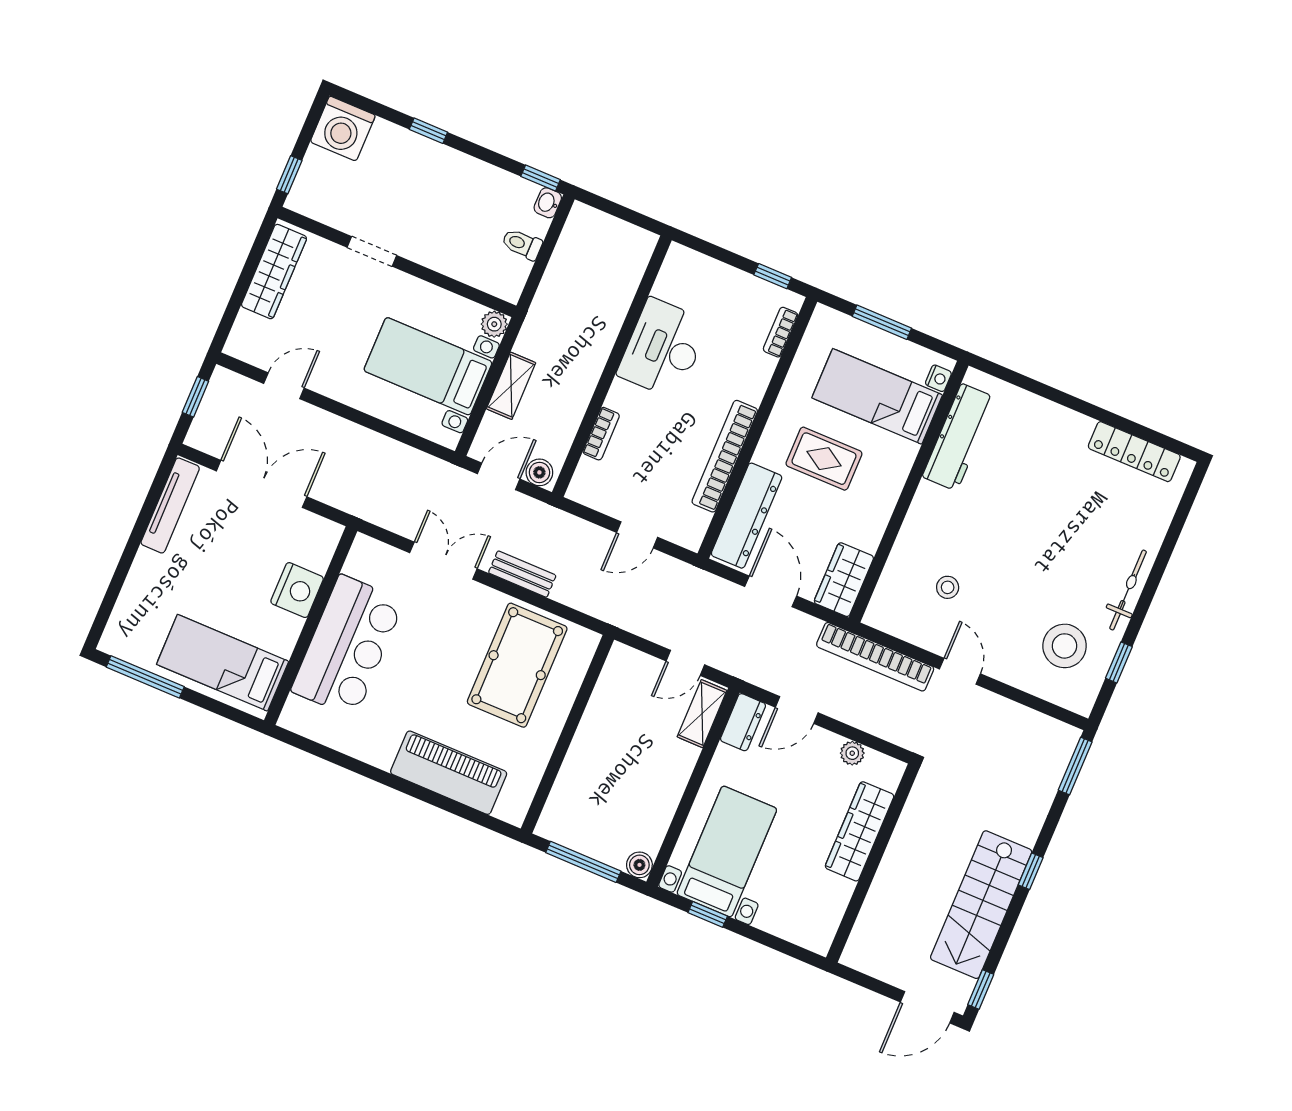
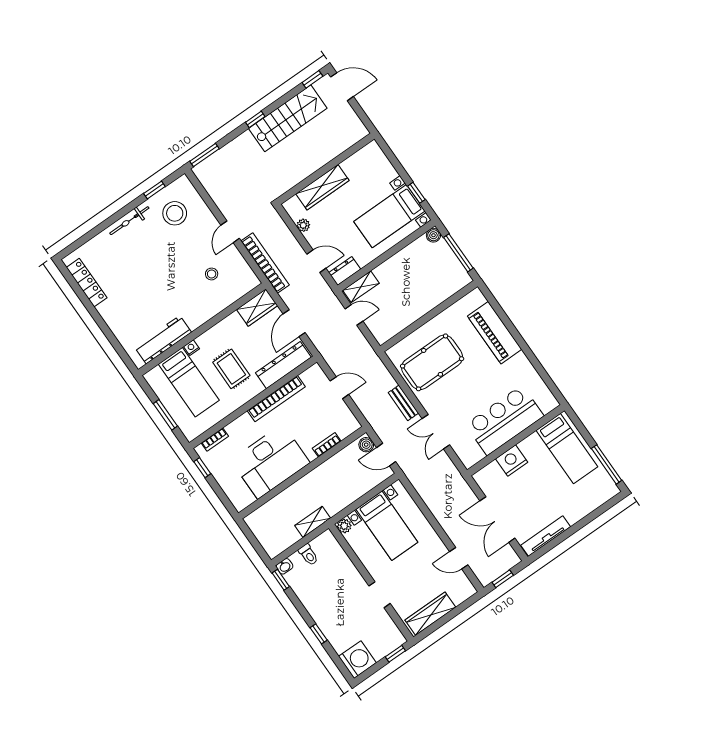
desk: (663, 348) -> (270, 461), width x1.36, depth x1.30
nightstand: (938, 378) -> (191, 348), moved
shelving: (511, 386) -> (313, 522), moved

